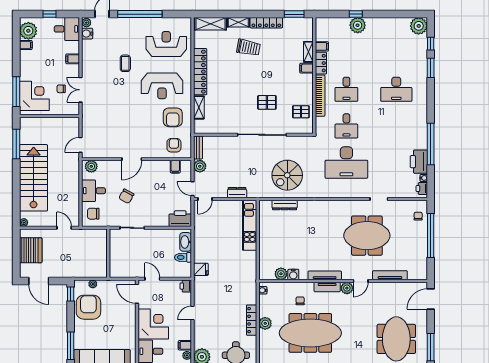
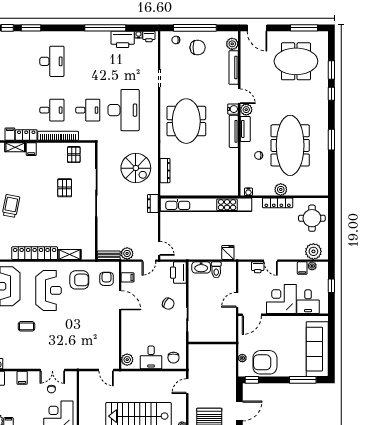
armchair: (174, 145) -> (107, 279), turned 90
door: (132, 159) -> (120, 300), moved
dresser: (237, 193) -> (153, 203), moved
chair: (126, 196) -> (168, 304), moved
kitchen unit: (250, 225) -> (206, 205), width x1.86
meeting table: (367, 236) -> (186, 121), moved
chair: (410, 238) -> (198, 47), added
plant: (281, 274) -> (232, 44), moved
water cooler: (293, 275) -> (233, 109), moved
printer: (186, 286) -> (258, 267), moved

